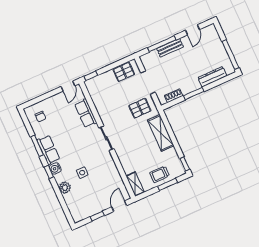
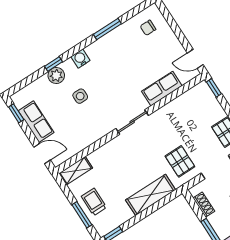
row of seats: (48, 150) -> (36, 122), moved, turned -90
window: (49, 172) -> (53, 64), moved
window: (97, 216) -> (16, 113), moved

